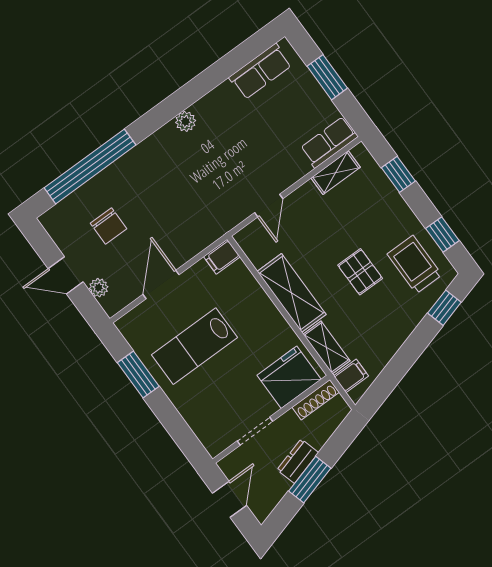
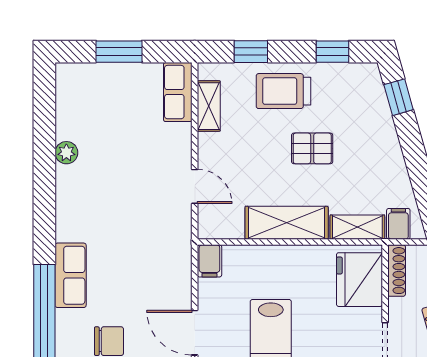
row of seats: (260, 71) -> (71, 275), moved
plant: (186, 121) -> (66, 153), moved
trolley: (415, 265) -> (284, 91), moved

